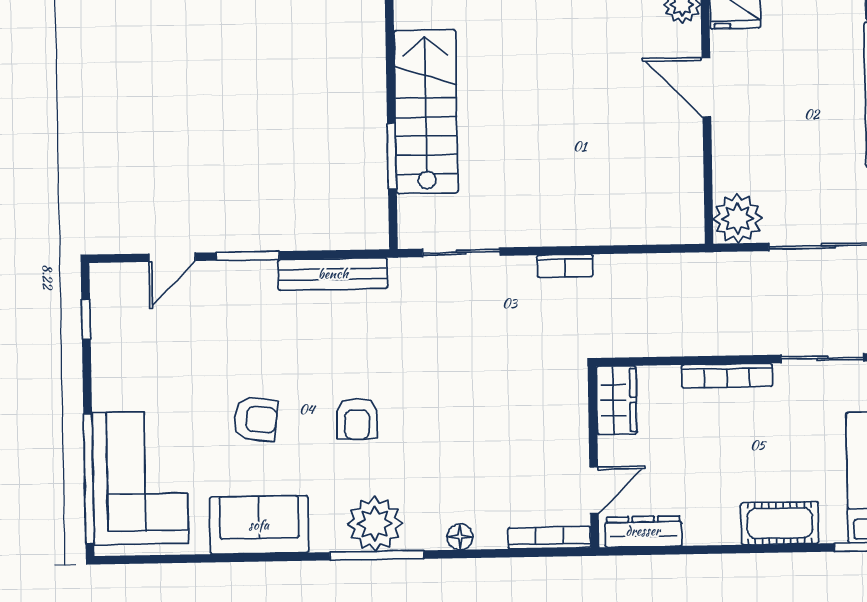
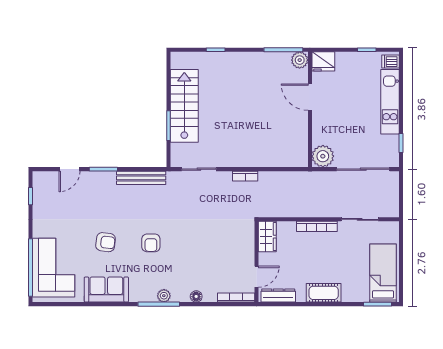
cot: (780, 523) -> (324, 293), moved
plant: (375, 524) -> (164, 296), width x0.53, depth x0.53

